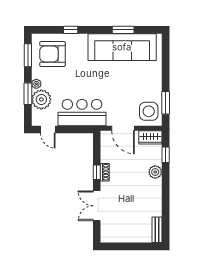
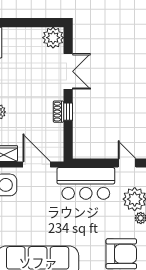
plant: (109, 234) -> (53, 38), added

